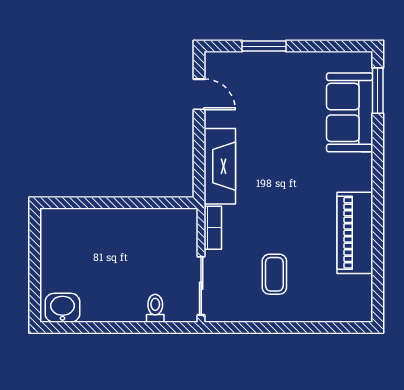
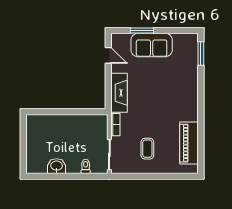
sofa: (350, 112) -> (152, 45), moved, turned -90
piano: (355, 233) -> (189, 143), moved
washbasin: (62, 308) -> (57, 166), moved

